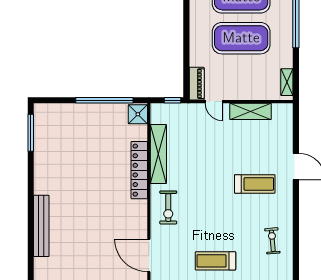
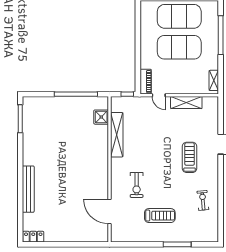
shower: (138, 114) -> (101, 117), moved
locker: (139, 170) -> (102, 147), removed
treadmill: (255, 184) -> (190, 157), turned -90
exercise bike: (168, 208) -> (137, 185), moved
treadmill: (215, 261) -> (160, 216), turned 180

